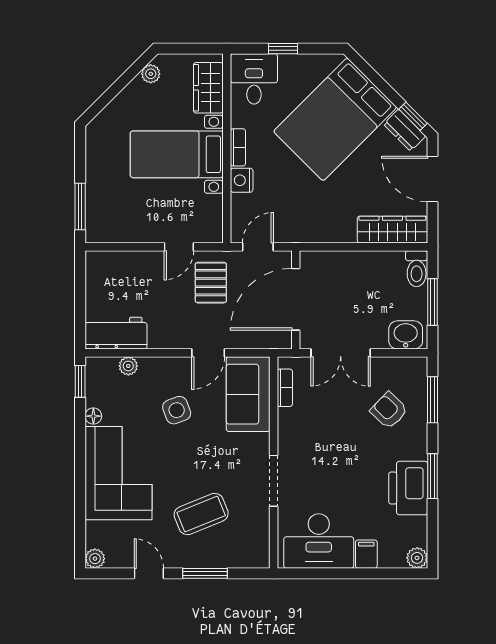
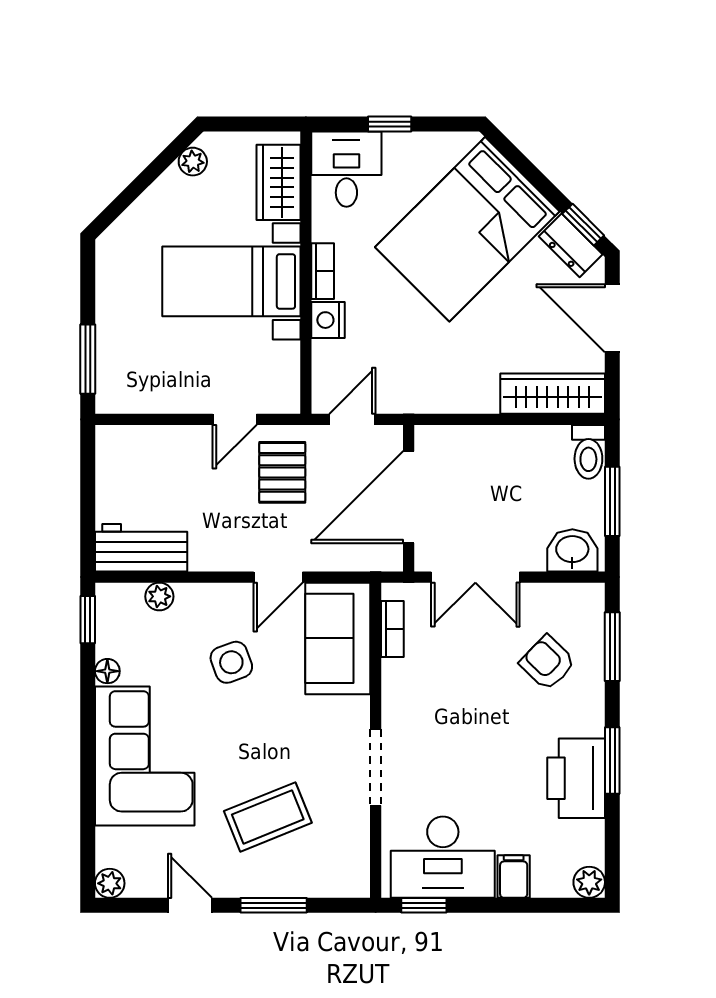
window: (306, 573) -> (424, 905), added

